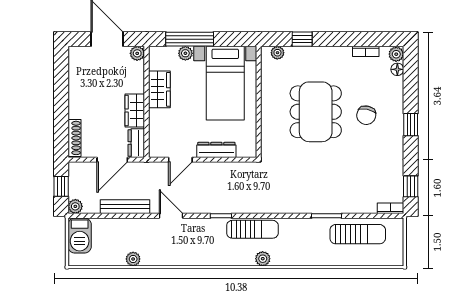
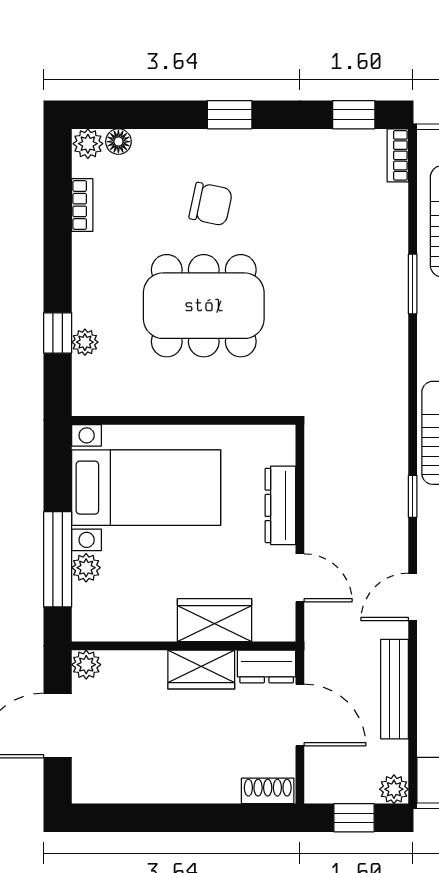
plant: (277, 53) -> (85, 342), moved
wardrobe: (159, 89) -> (214, 620), moved
shoe rack: (74, 138) -> (268, 791), width x0.70

